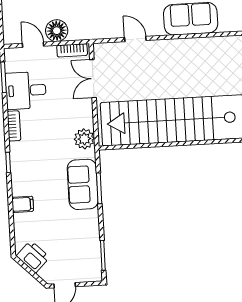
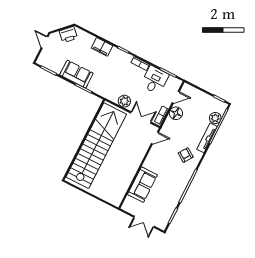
door: (135, 39) -> (155, 138), moved
plant: (84, 139) -> (124, 101), moved
sofa: (83, 184) -> (76, 74), moved
filing cabinet: (23, 204) -> (102, 47), width x2.00

